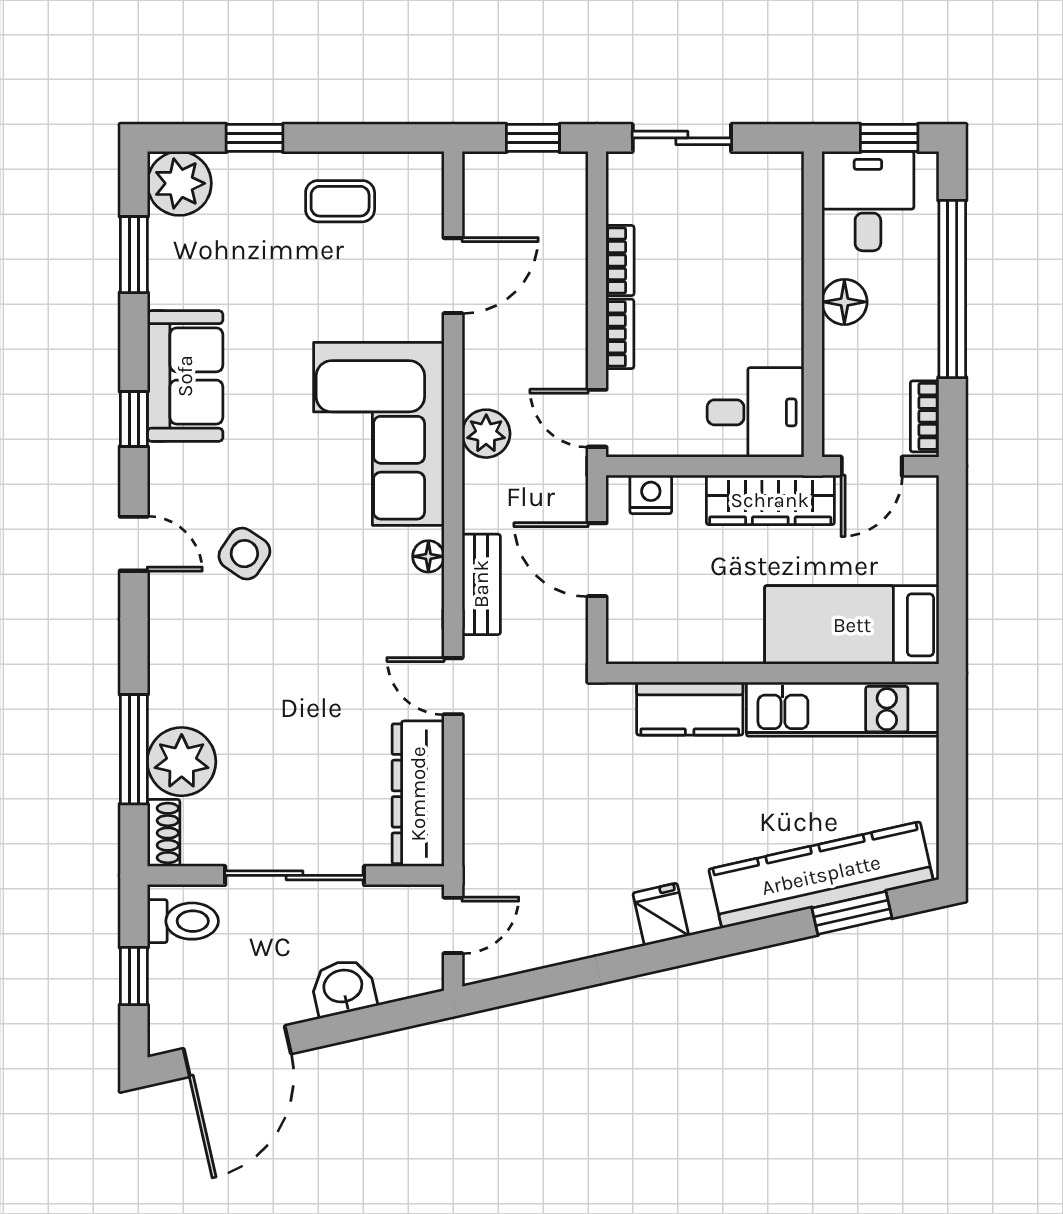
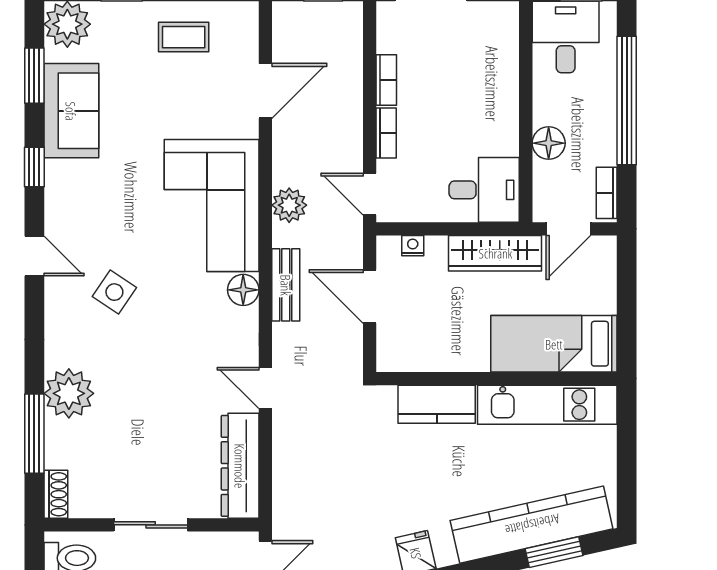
floor lamp: (844, 302) -> (549, 143), moved
sofa: (185, 376) -> (71, 111), moved
window: (134, 419) -> (34, 167), moved
nightstand: (651, 494) -> (413, 246), width x0.72, depth x0.74
door: (134, 544) -> (34, 256), moved
floor lamp: (428, 556) -> (243, 290), width x1.37, depth x1.37
bench: (481, 584) -> (286, 285), moved
plant: (182, 762) -> (69, 393), moved
sliding door: (295, 875) -> (151, 525), width x0.73

